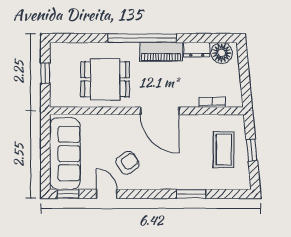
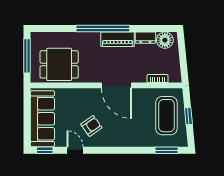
window: (45, 73) -> (27, 56), width x2.17
dining table: (105, 79) -> (59, 64), moved
coffee table: (224, 150) -> (166, 116), width x1.36, depth x1.32
window: (191, 194) -> (167, 150), moved

